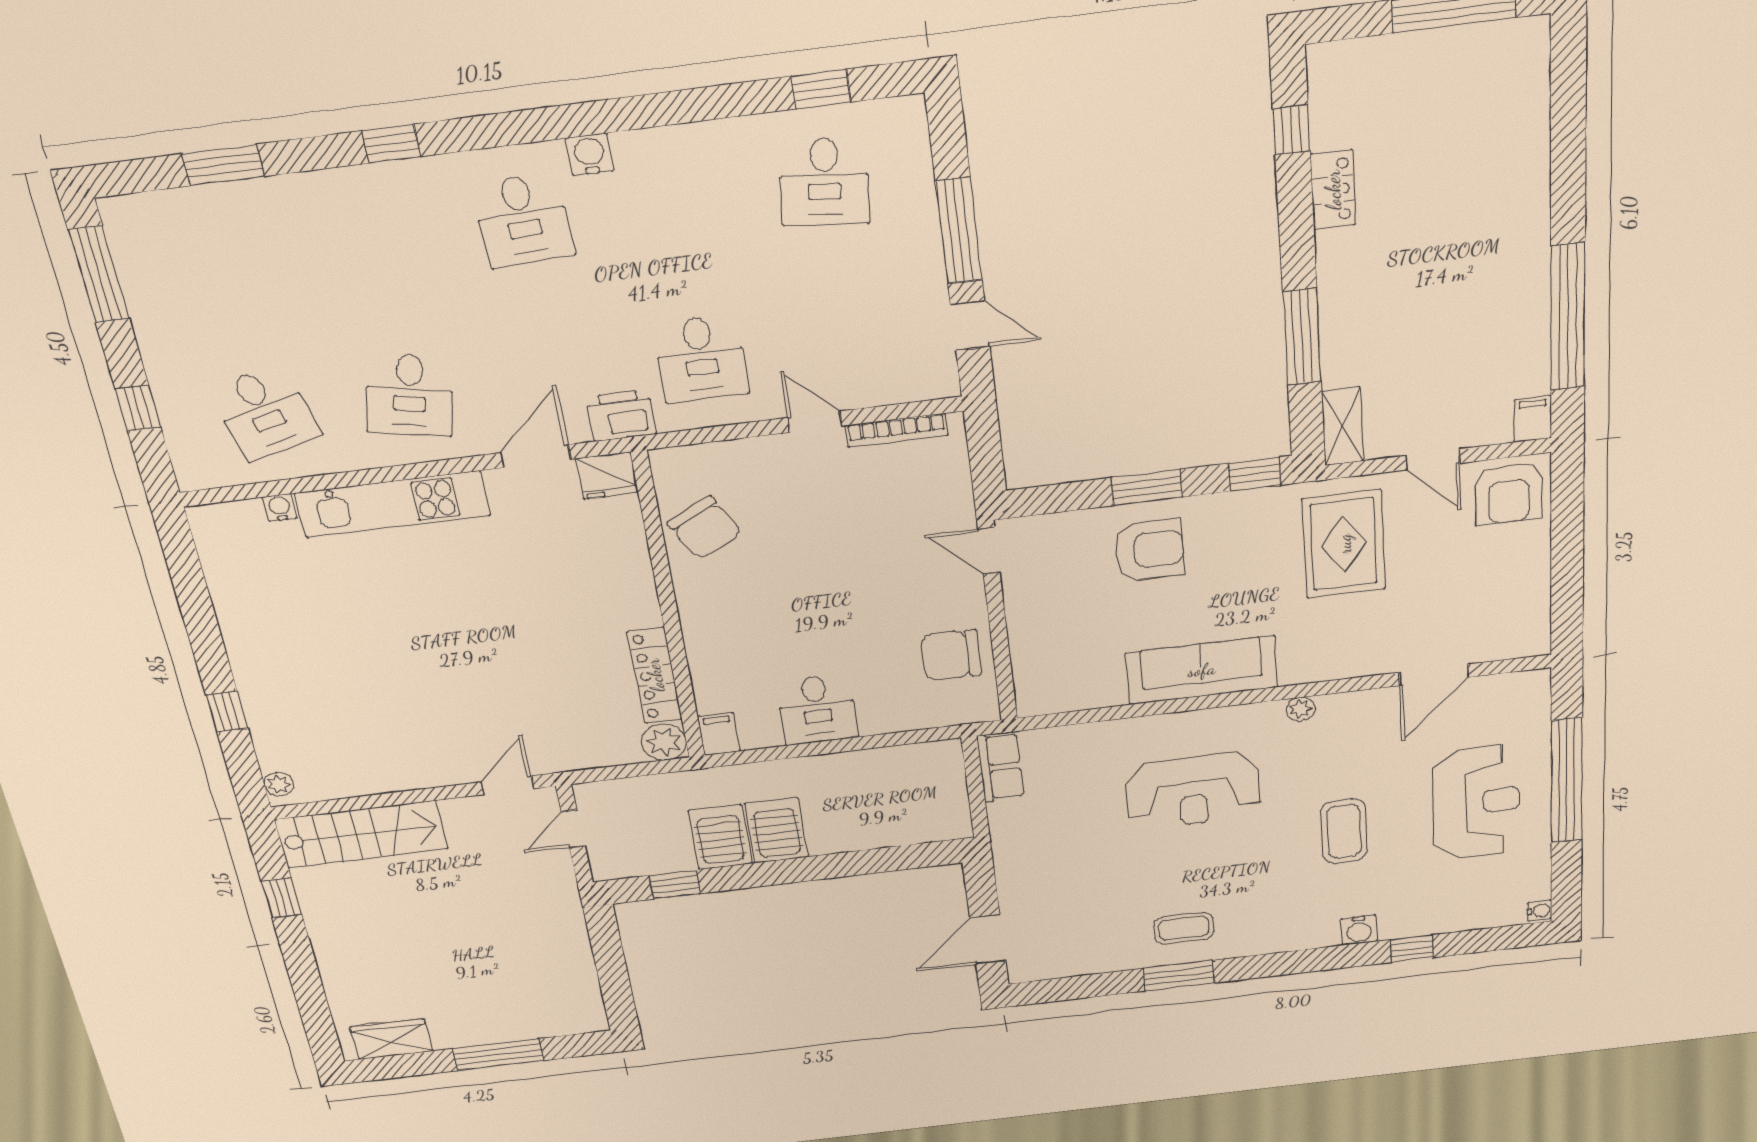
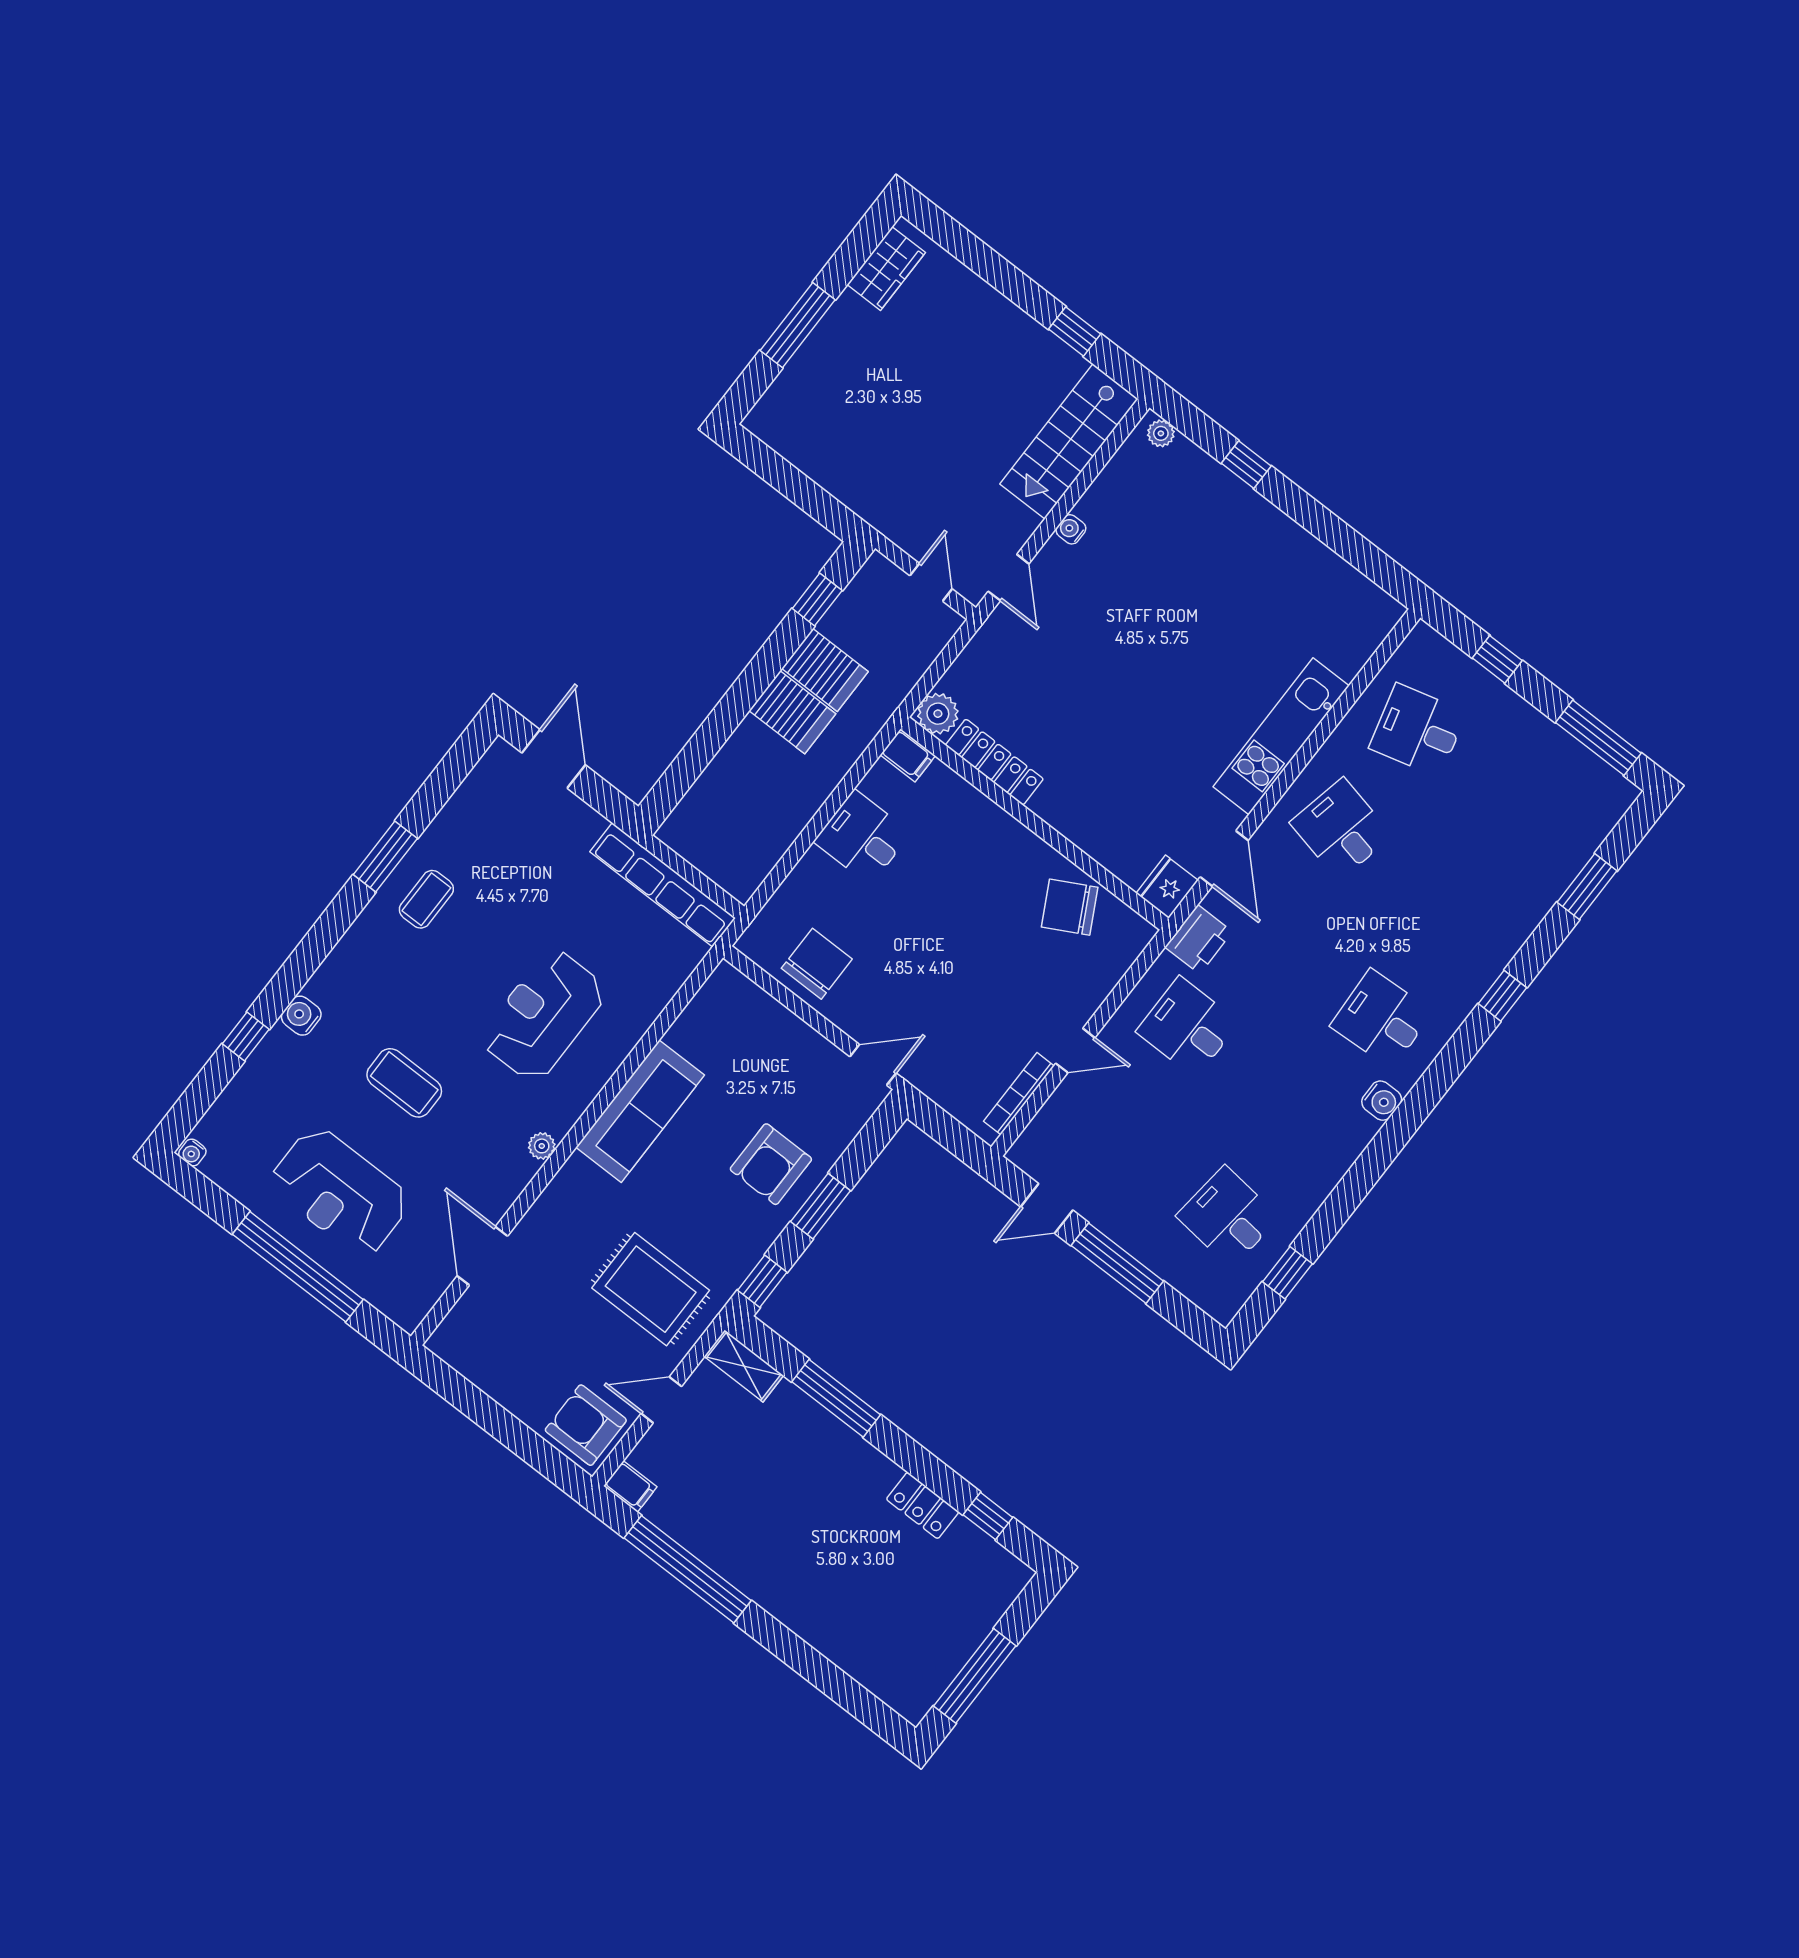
water cooler: (280, 508) -> (1071, 529), moved, turned 180
row of seats: (1001, 767) -> (663, 885), width x2.02

